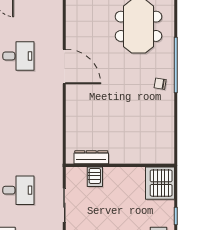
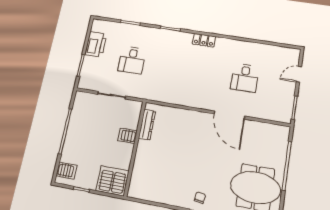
door: (64, 66) -> (229, 115), hinge flipped
server rack: (95, 177) -> (128, 136), moved

